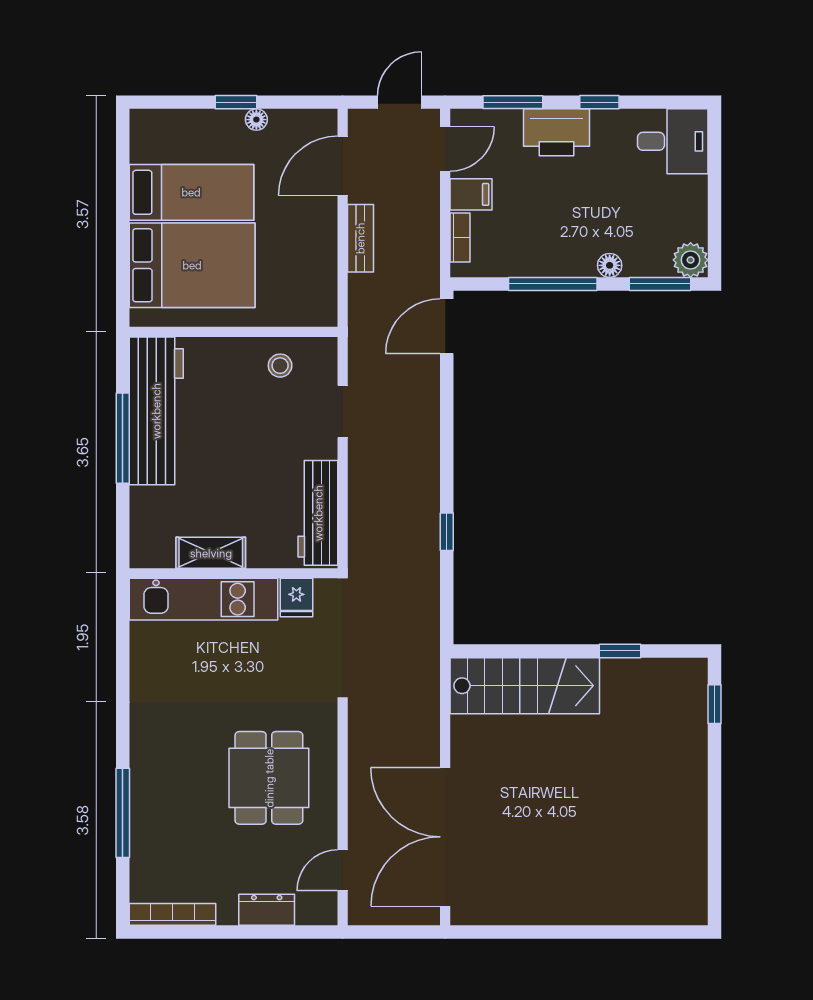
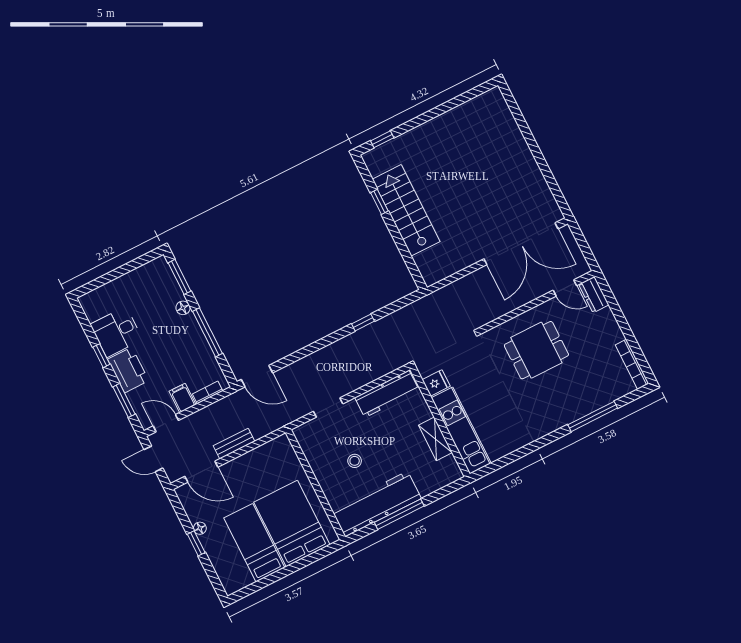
desk: (673, 141) -> (116, 332), moved, turned -90
plant: (691, 260) -> (159, 267), removed
stool: (280, 366) -> (355, 461), moved
stairs: (525, 686) -> (406, 210), moved
dresser: (267, 910) -> (594, 295), moved

